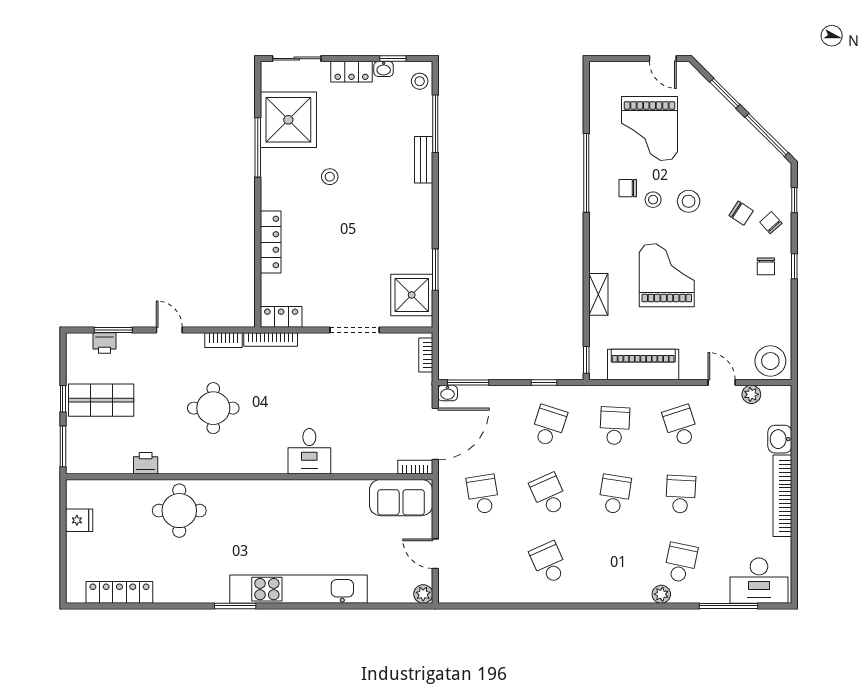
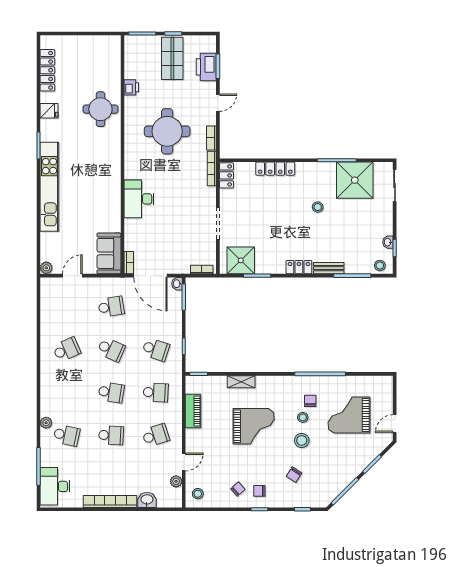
locker: (352, 72) -> (299, 267), moved, turned 90
chair: (771, 223) -> (238, 489), moved
printer: (104, 343) -> (206, 67), width x1.87, depth x1.48
stool: (770, 361) -> (198, 494), width x0.53, depth x0.53
piano: (643, 365) -> (193, 411), width x0.73, depth x0.75
round table: (213, 408) -> (167, 131), width x1.36, depth x1.36
desk: (309, 451) -> (139, 199), width x1.37
school desk: (549, 494) -> (111, 350), turned 48
fridge: (79, 520) -> (49, 111), moved, turned -90

